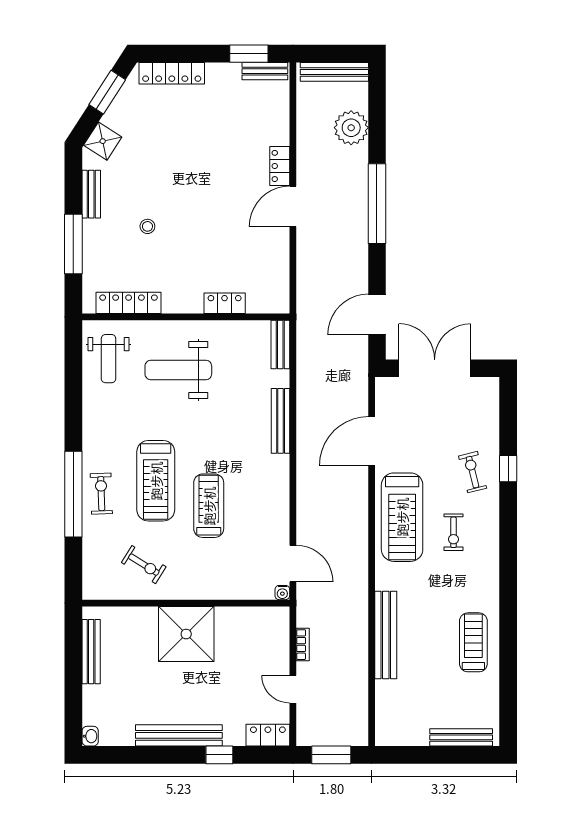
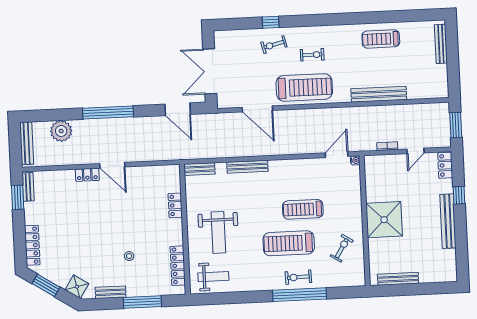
treadmill: (156, 481) -> (289, 243), turned 180
washbasin: (90, 736) -> (451, 277), removed

